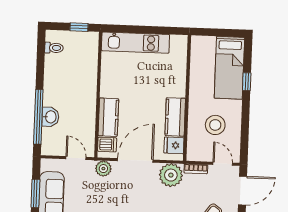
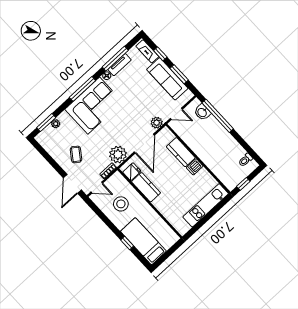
washbasin: (50, 117) -> (202, 112), moved
dishwasher: (107, 145) -> (195, 167), moved

